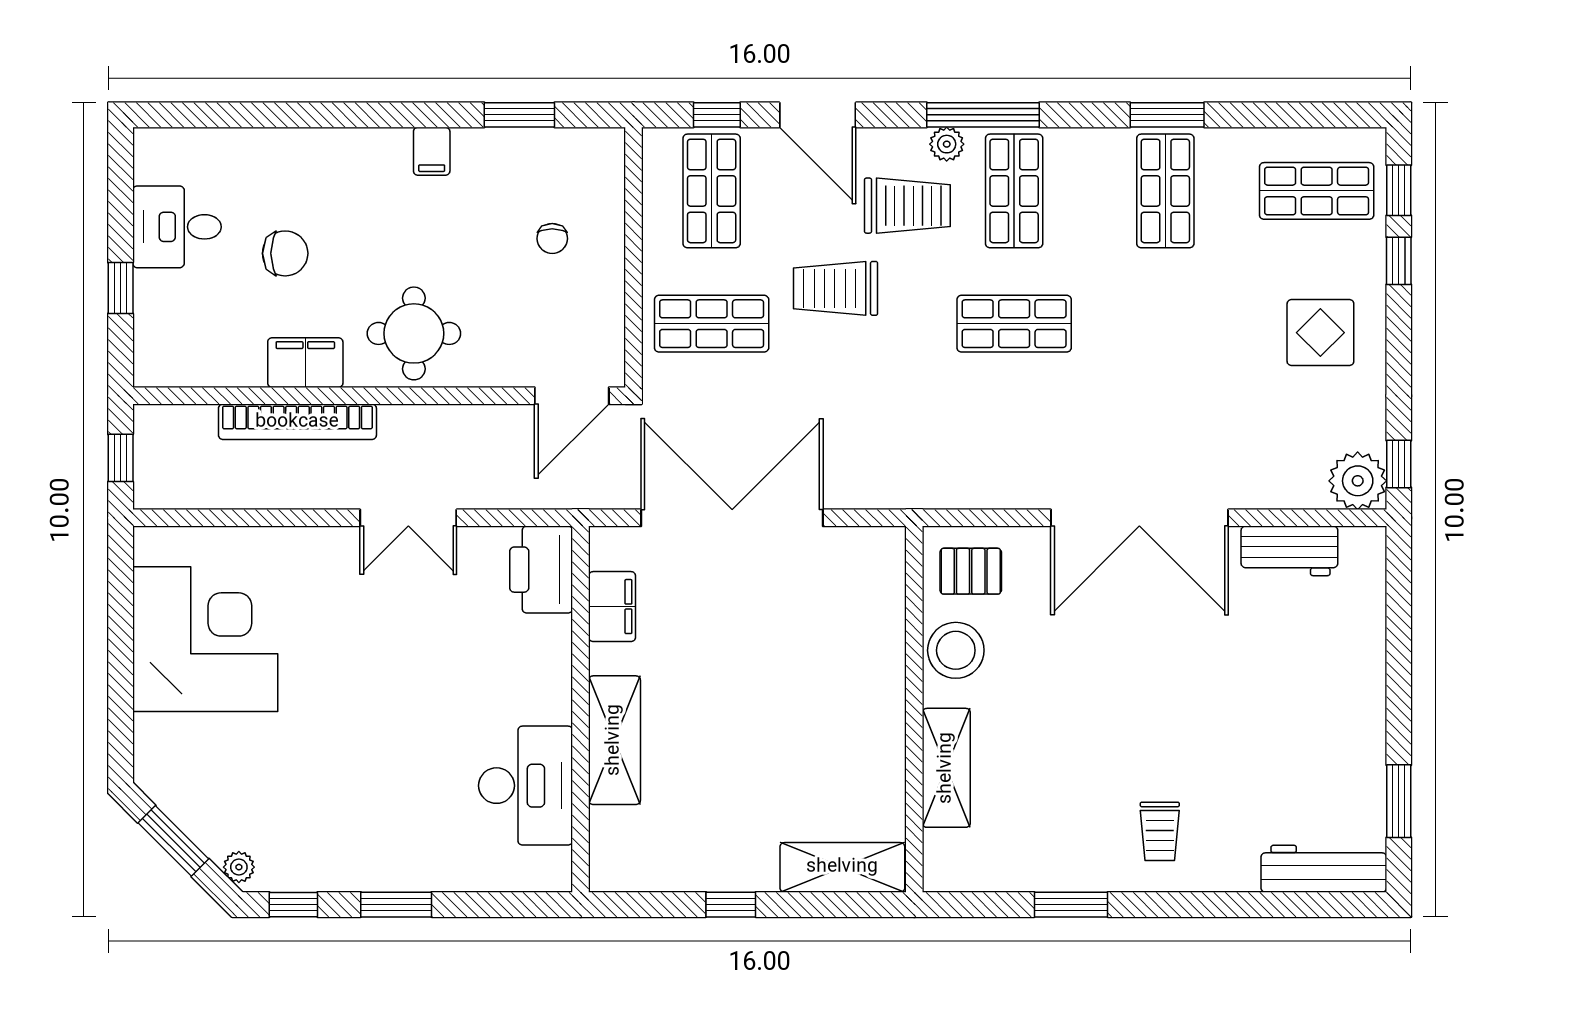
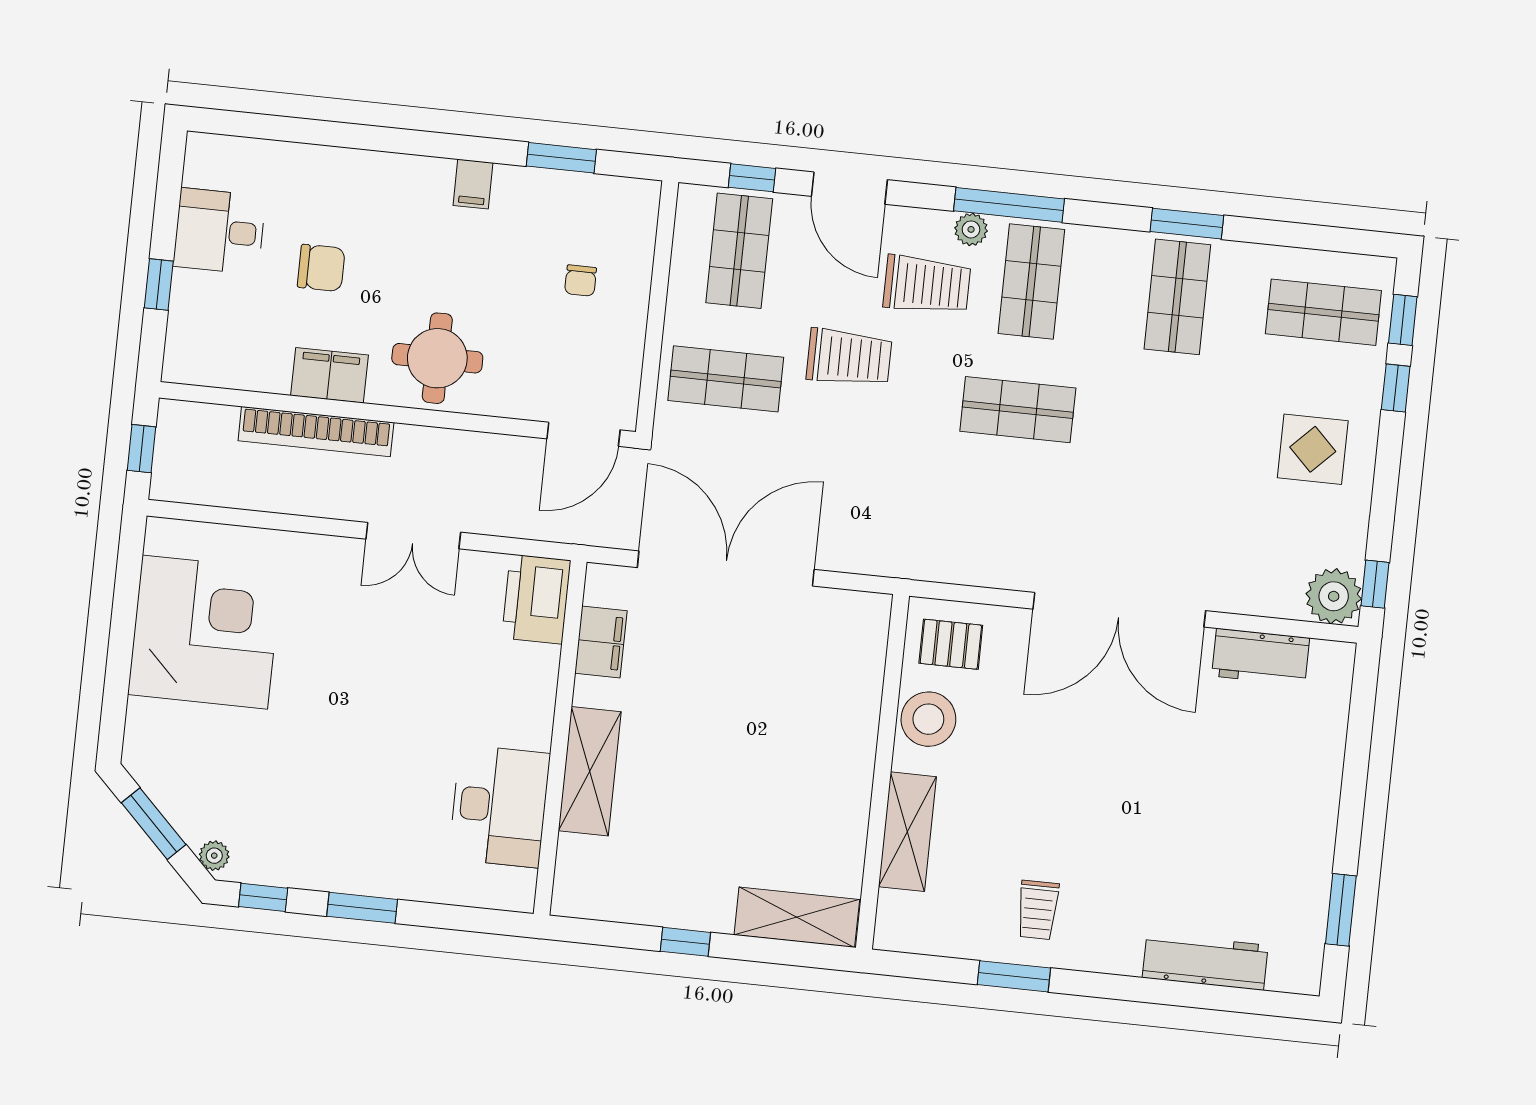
trolley: (835, 288) -> (849, 357), turned 180
trolley: (1160, 831) -> (1038, 910), moved
workbench: (1324, 869) -> (1205, 961), moved

